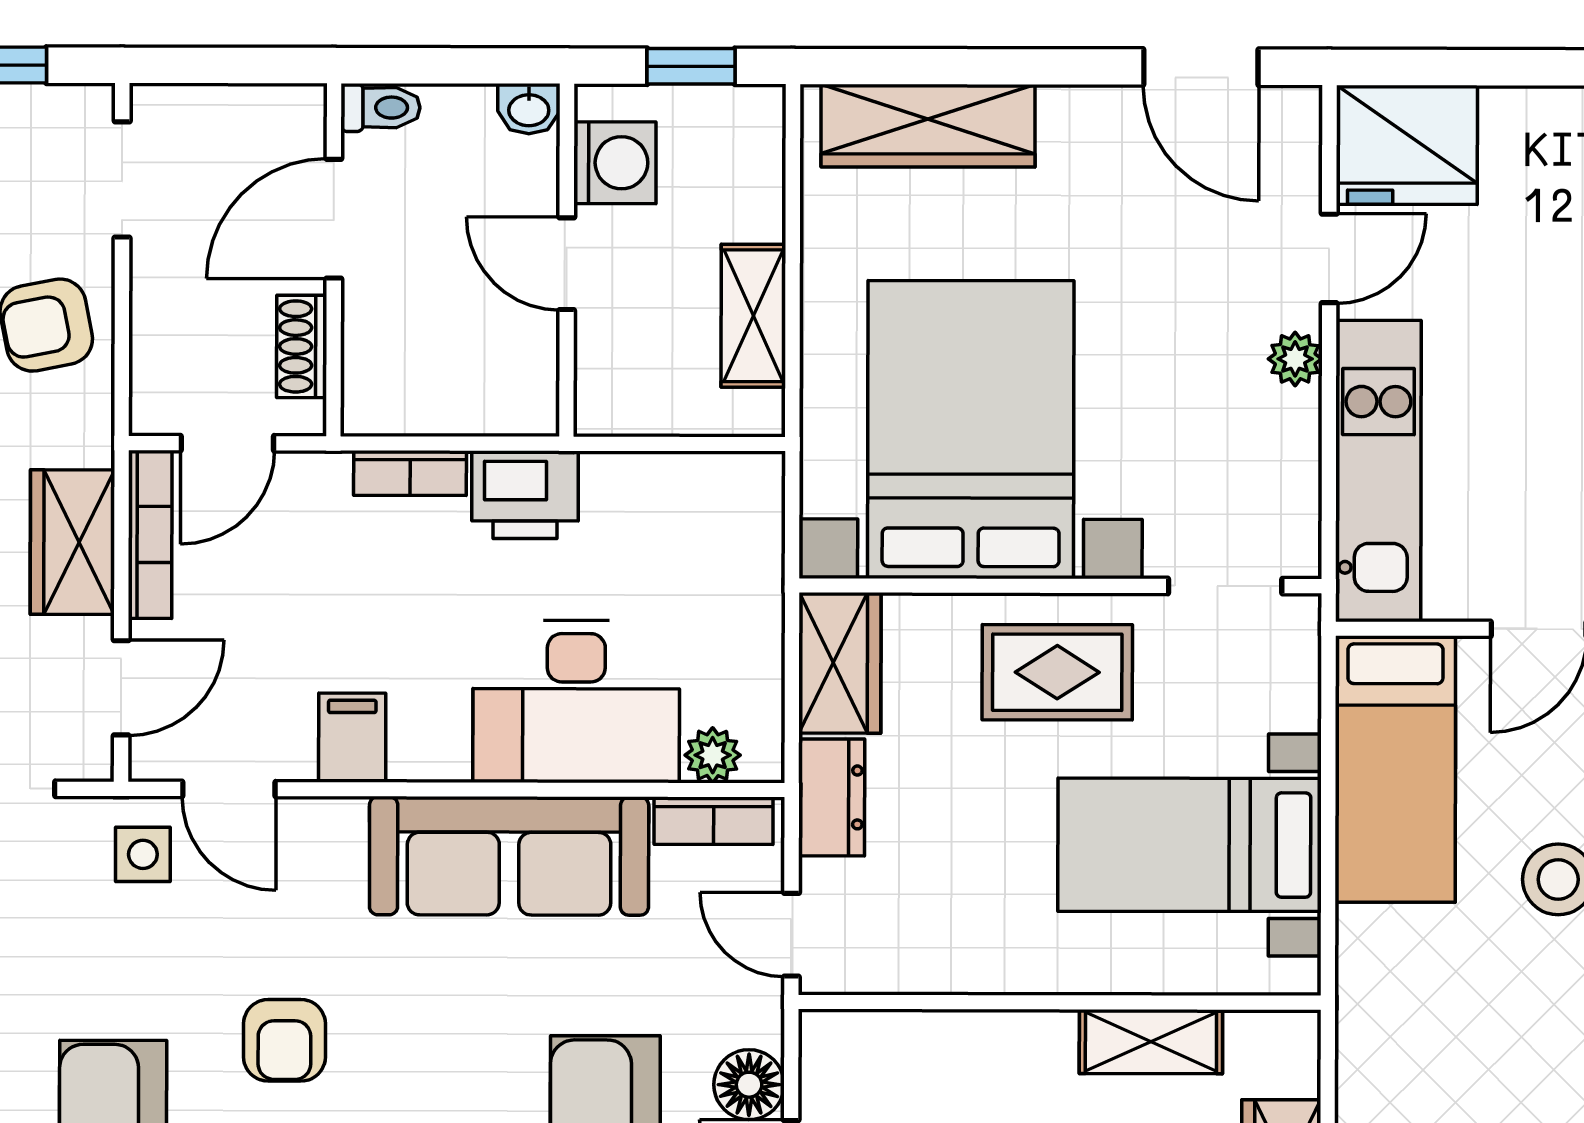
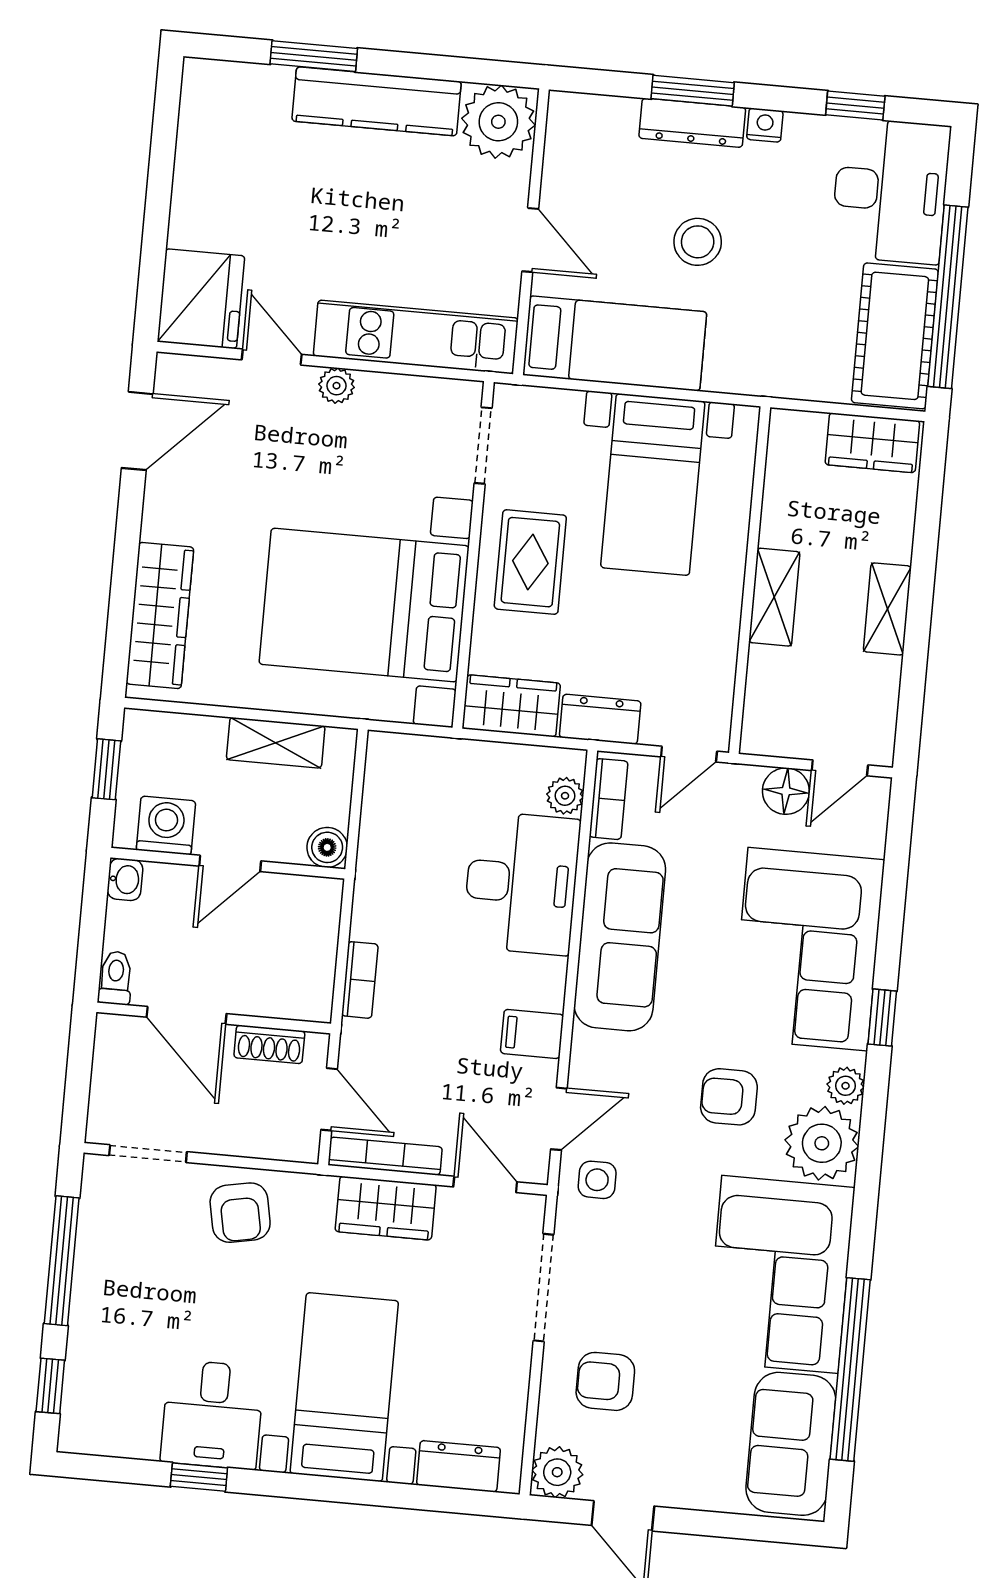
boiler: (604, 407) -> (327, 847), added
printer: (525, 495) -> (381, 905), removed
armchair: (284, 1040) -> (729, 1097), turned 180
shelving: (1151, 1042) -> (774, 597), moved

